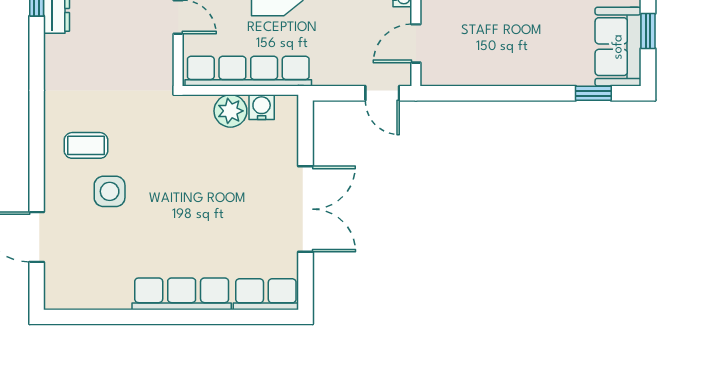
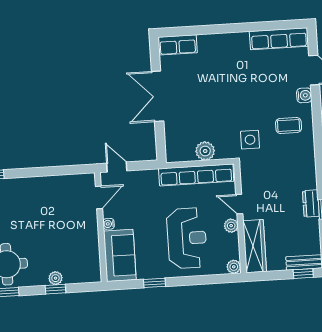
water cooler: (262, 107) -> (304, 95), moved, turned -90
side table: (110, 191) -> (250, 140), moved
row of seats: (182, 294) -> (279, 39), moved

